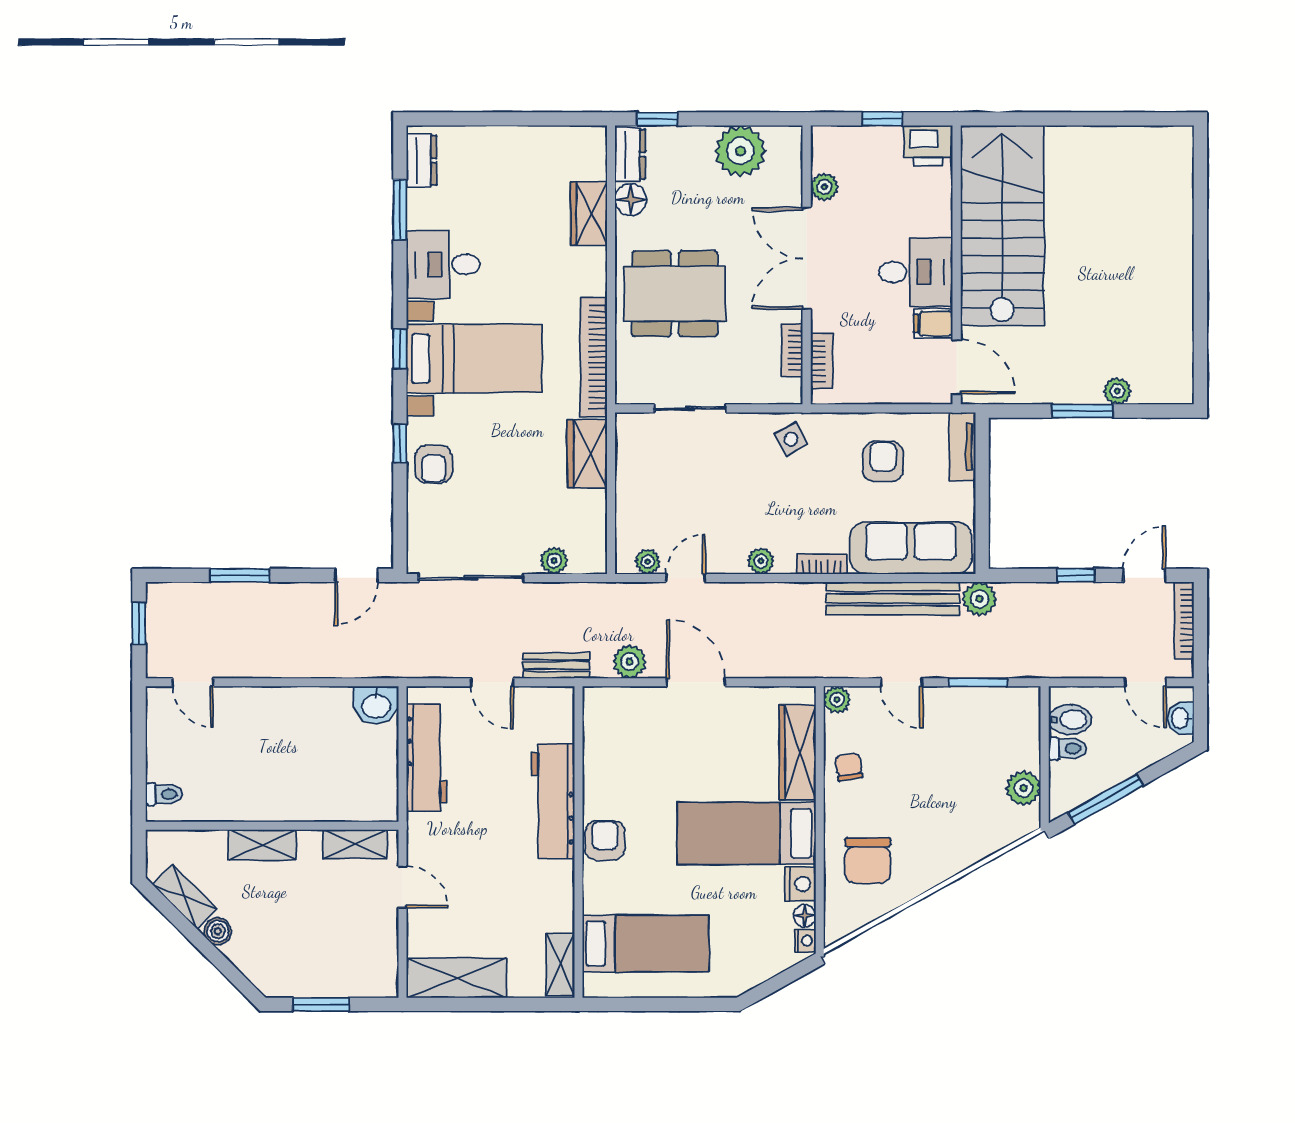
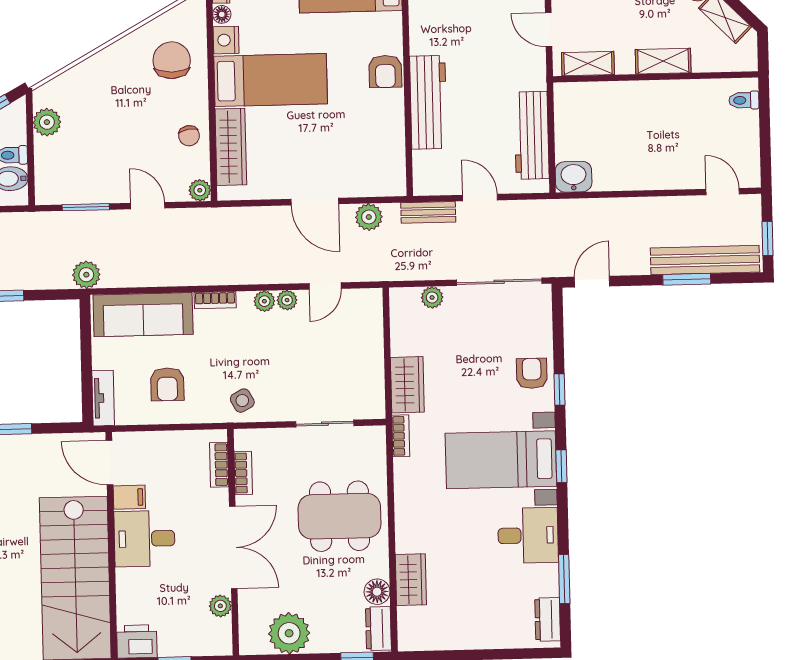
bookcase: (594, 357) -> (401, 436), width x0.43, depth x0.76
plant: (648, 562) -> (287, 300), moved
bench: (893, 598) -> (705, 260), moved

